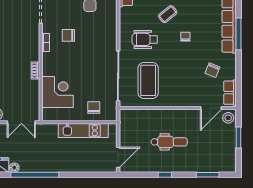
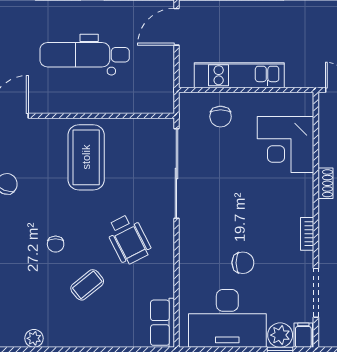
chair: (68, 35) -> (243, 263), moved
wheelchair: (145, 39) -> (128, 239), turned 63
coffee table: (148, 80) -> (86, 157), moved
dental chair: (169, 142) -> (85, 55), width x1.36, depth x1.38

